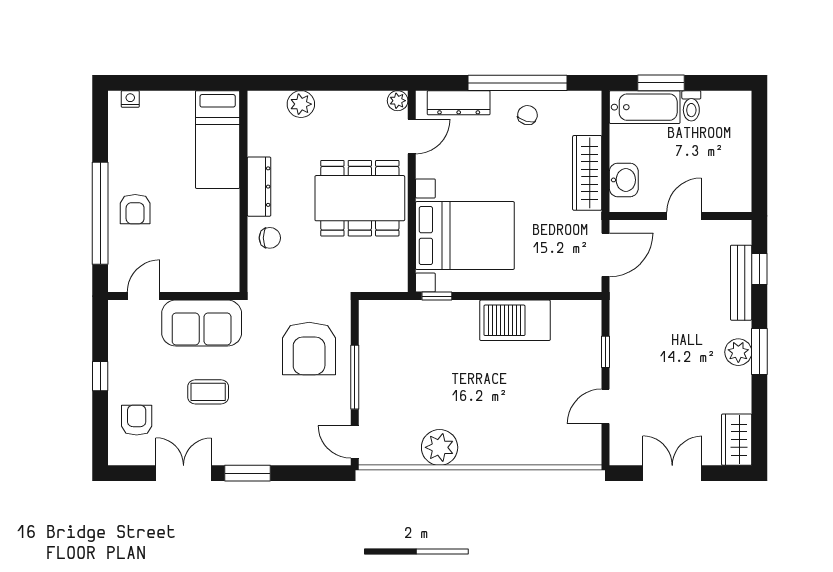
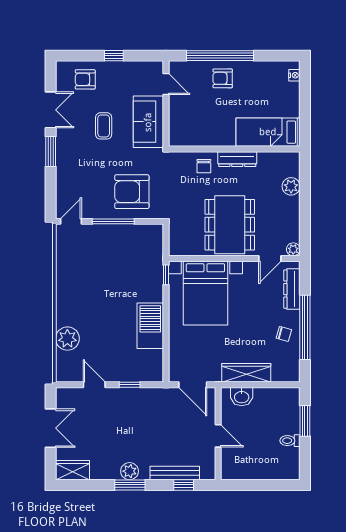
bathtub: (645, 107) -> (289, 410), removed
door: (412, 137) -> (270, 258), hinge flipped
armchair: (137, 420) -> (85, 79), turned 180
plant: (440, 447) -> (67, 339), moved

